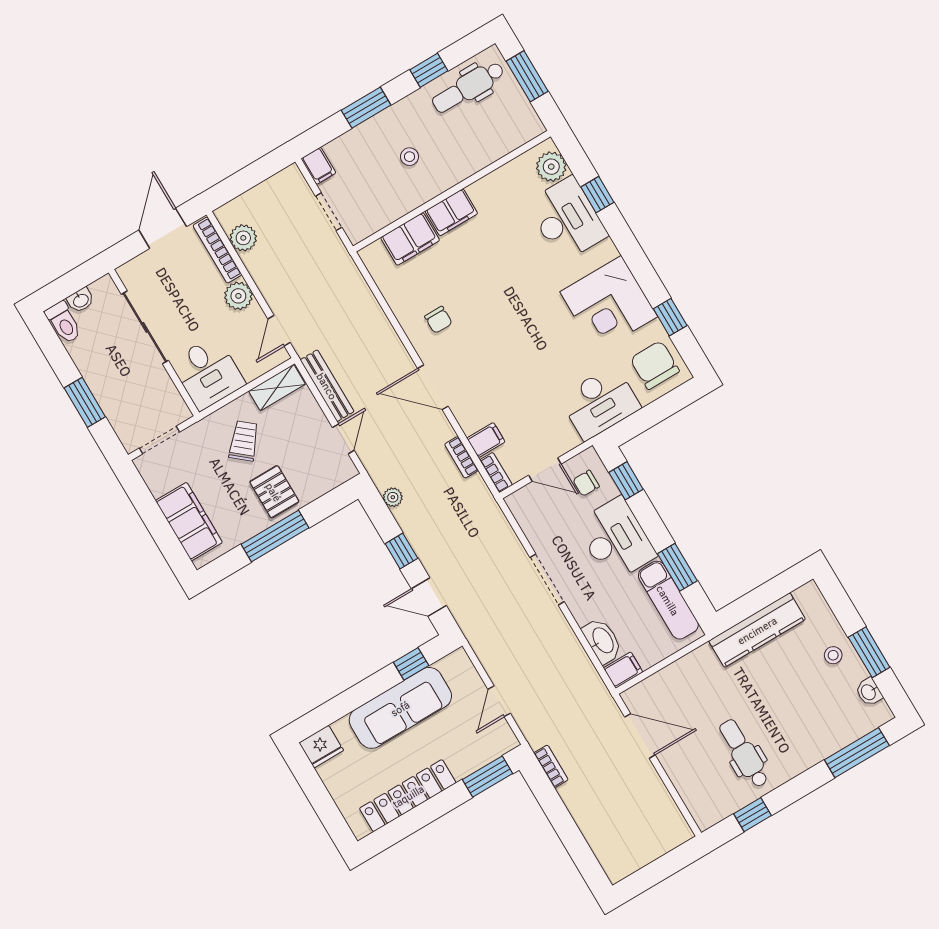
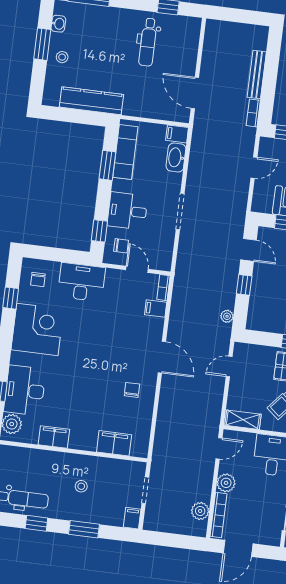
filing cabinet: (451, 212) -> (54, 437), moved
chair: (655, 365) -> (38, 280), width x0.54, depth x0.54
bench: (327, 386) -> (257, 75), moved
bookcase: (461, 457) -> (175, 309), removed
desk: (616, 540) -> (127, 211), width x0.73

